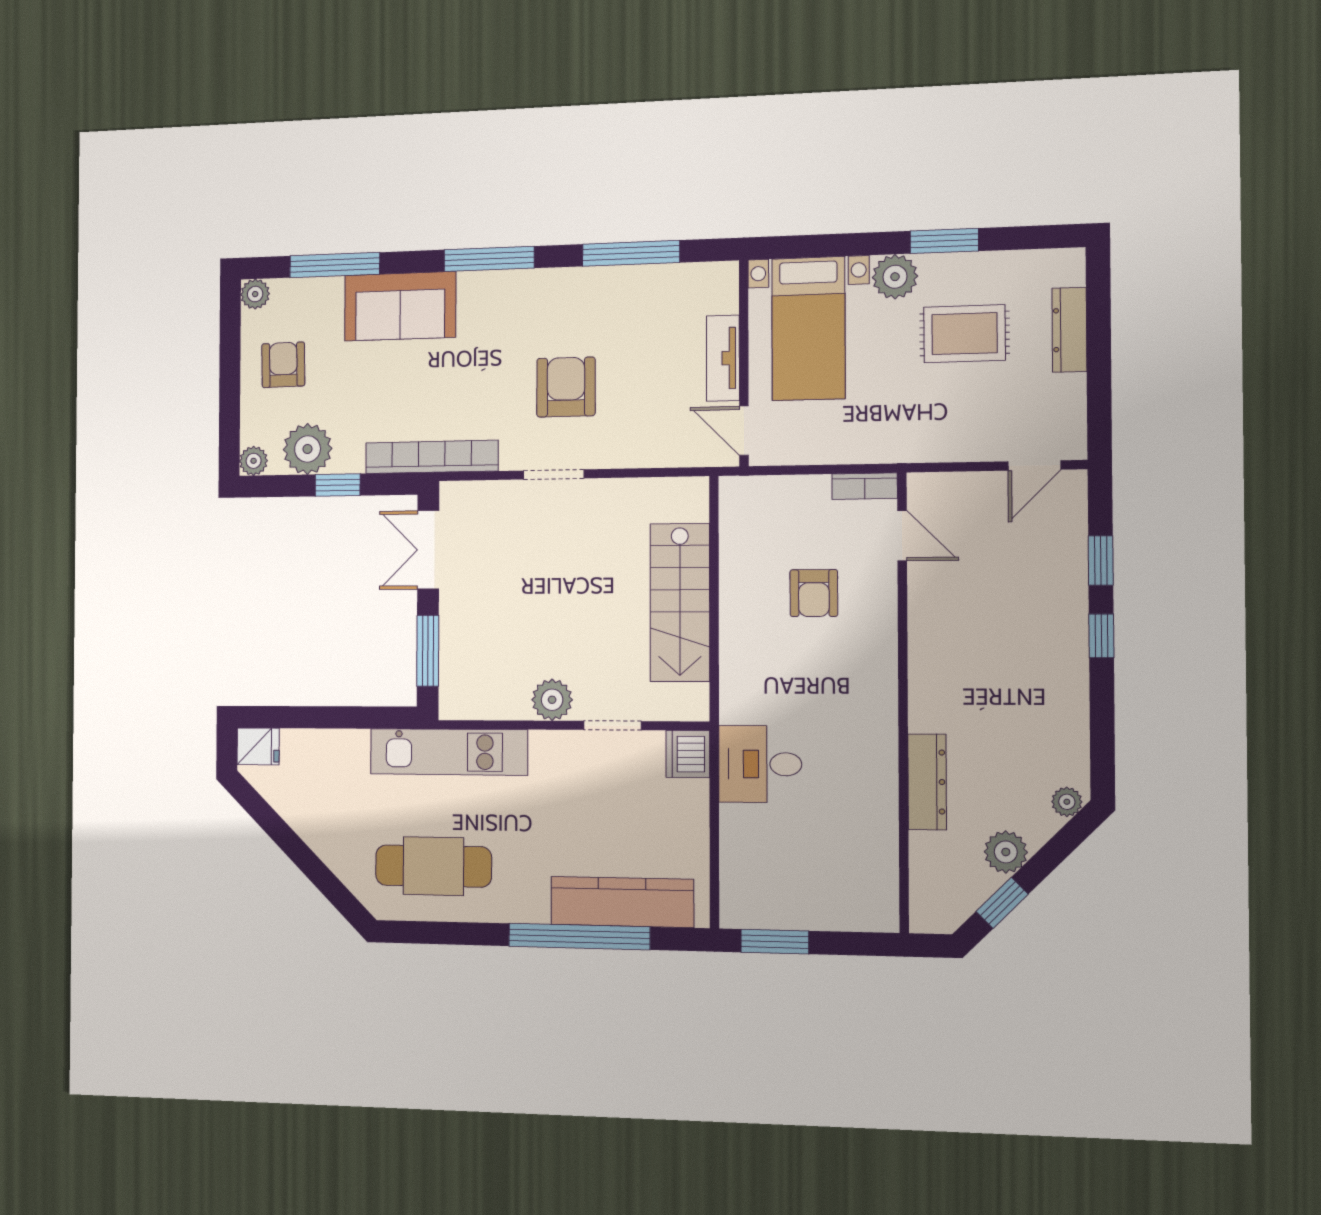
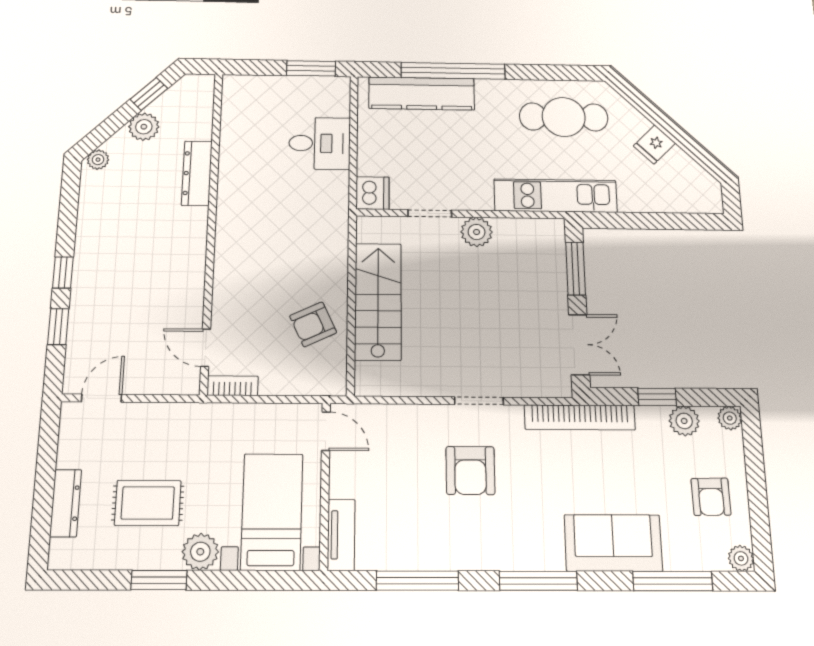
tv unit: (723, 358) -> (341, 535), moved
plant: (308, 449) -> (684, 421), width x0.73, depth x0.73
armchair: (814, 593) -> (313, 324), moved, turned -115
fridge: (258, 746) -> (654, 145), moved, turned -45
desk: (760, 764) -> (320, 143), moved

